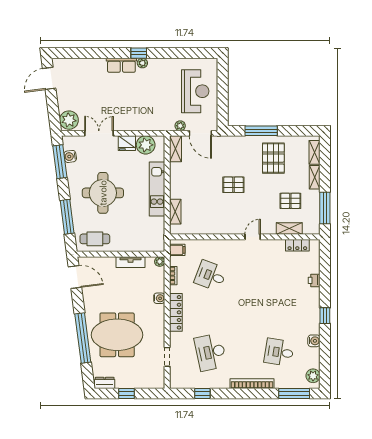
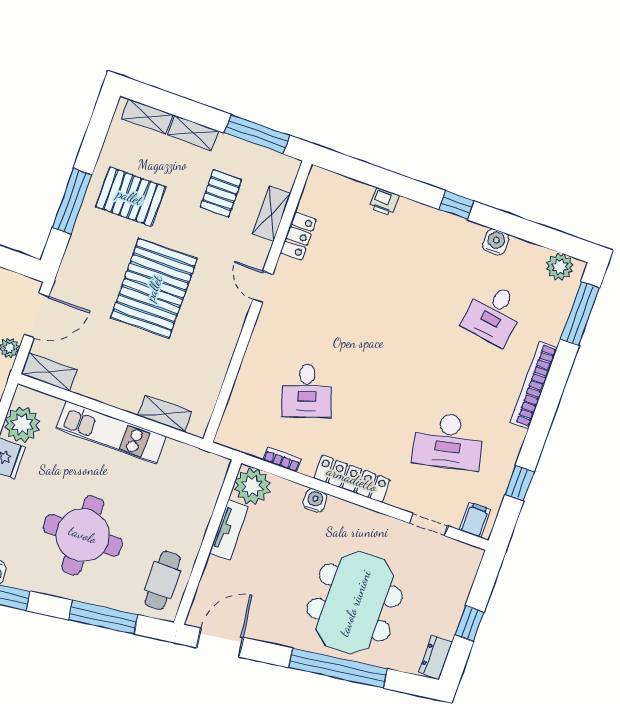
pallet: (233, 185) -> (154, 288), width x2.05, depth x2.00
locker: (297, 245) -> (298, 236), moved
filing cabinet: (177, 250) -> (475, 520), moved
plant: (160, 262) -> (252, 486), width x1.88, depth x1.88
desk: (210, 276) -> (307, 391), turned -39

